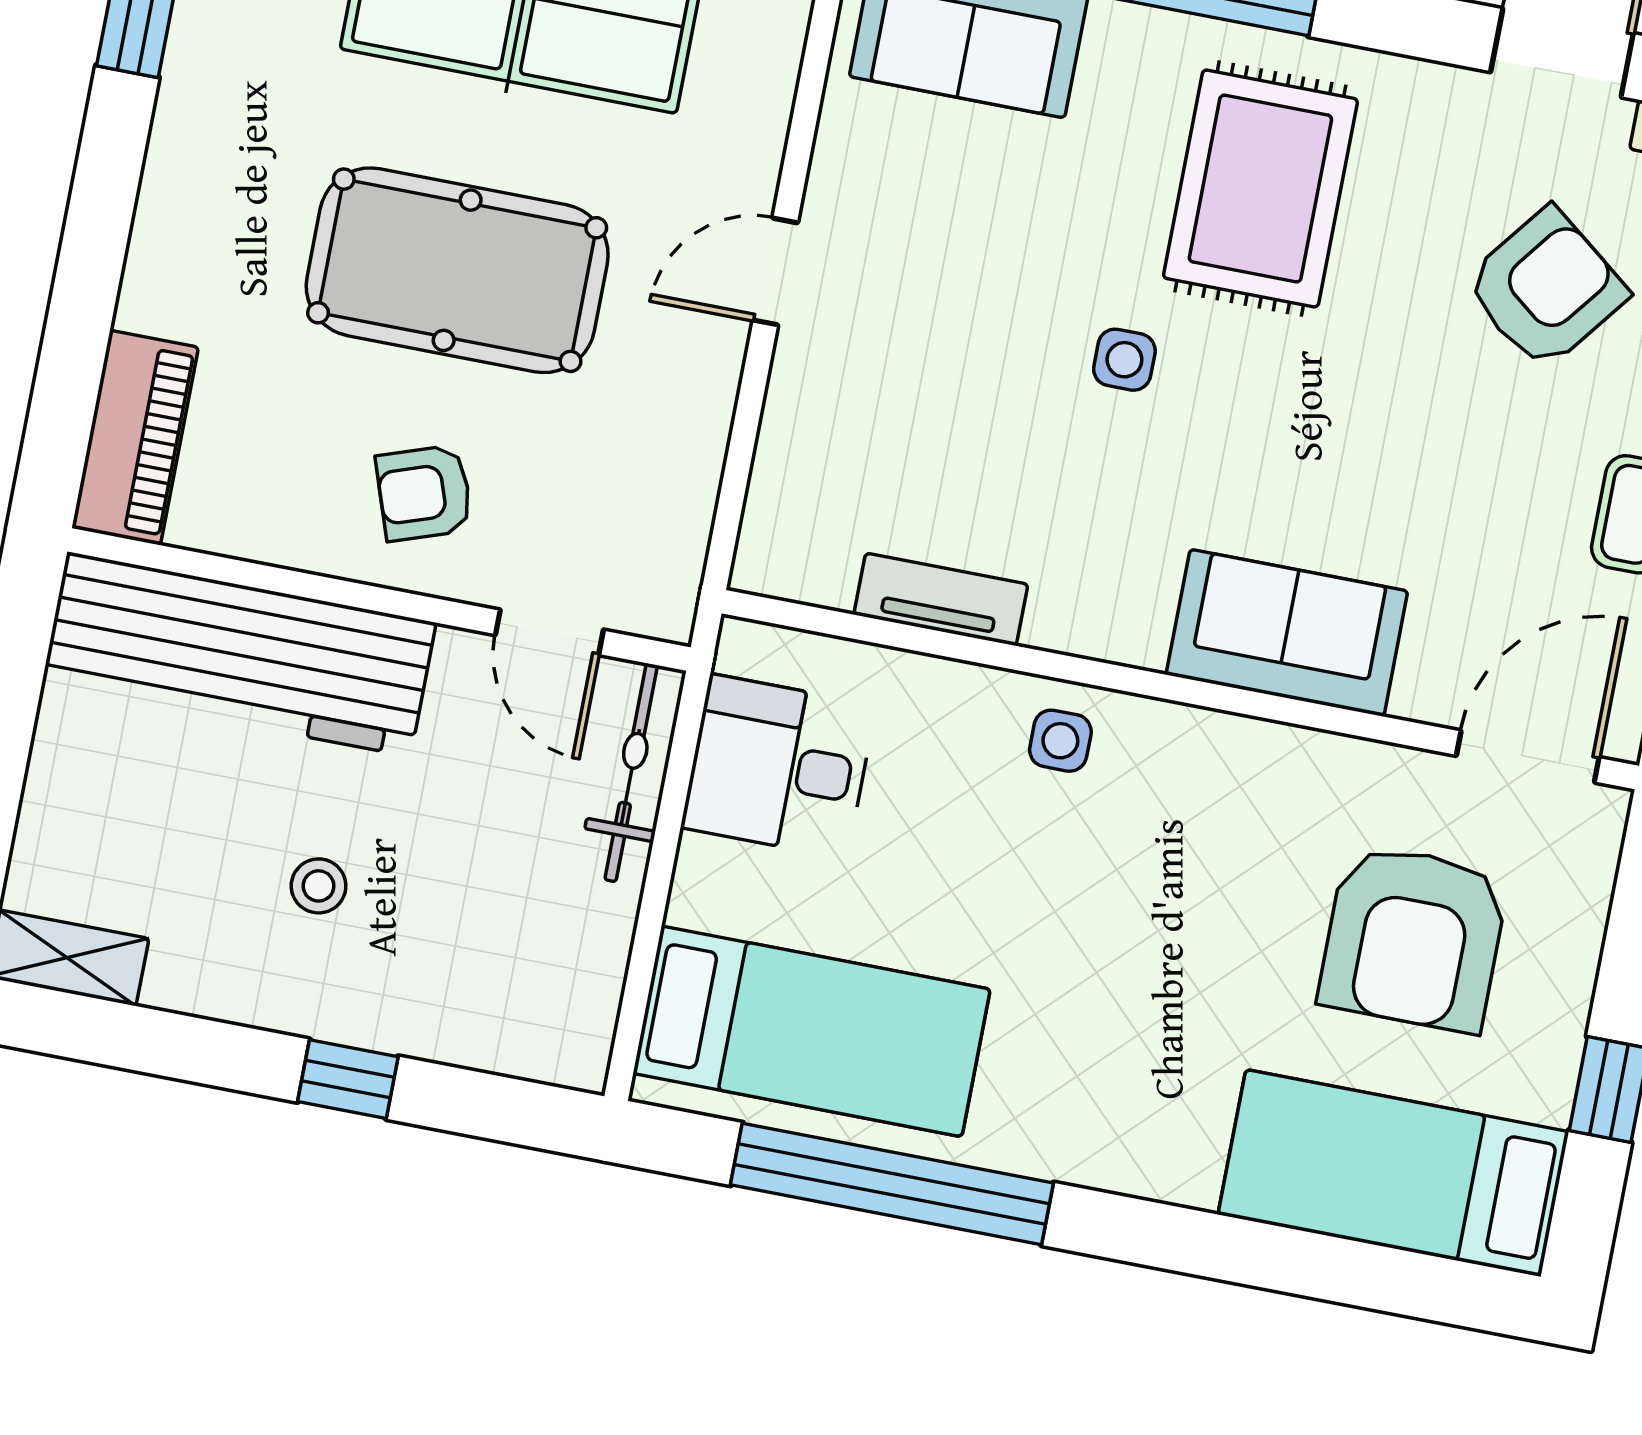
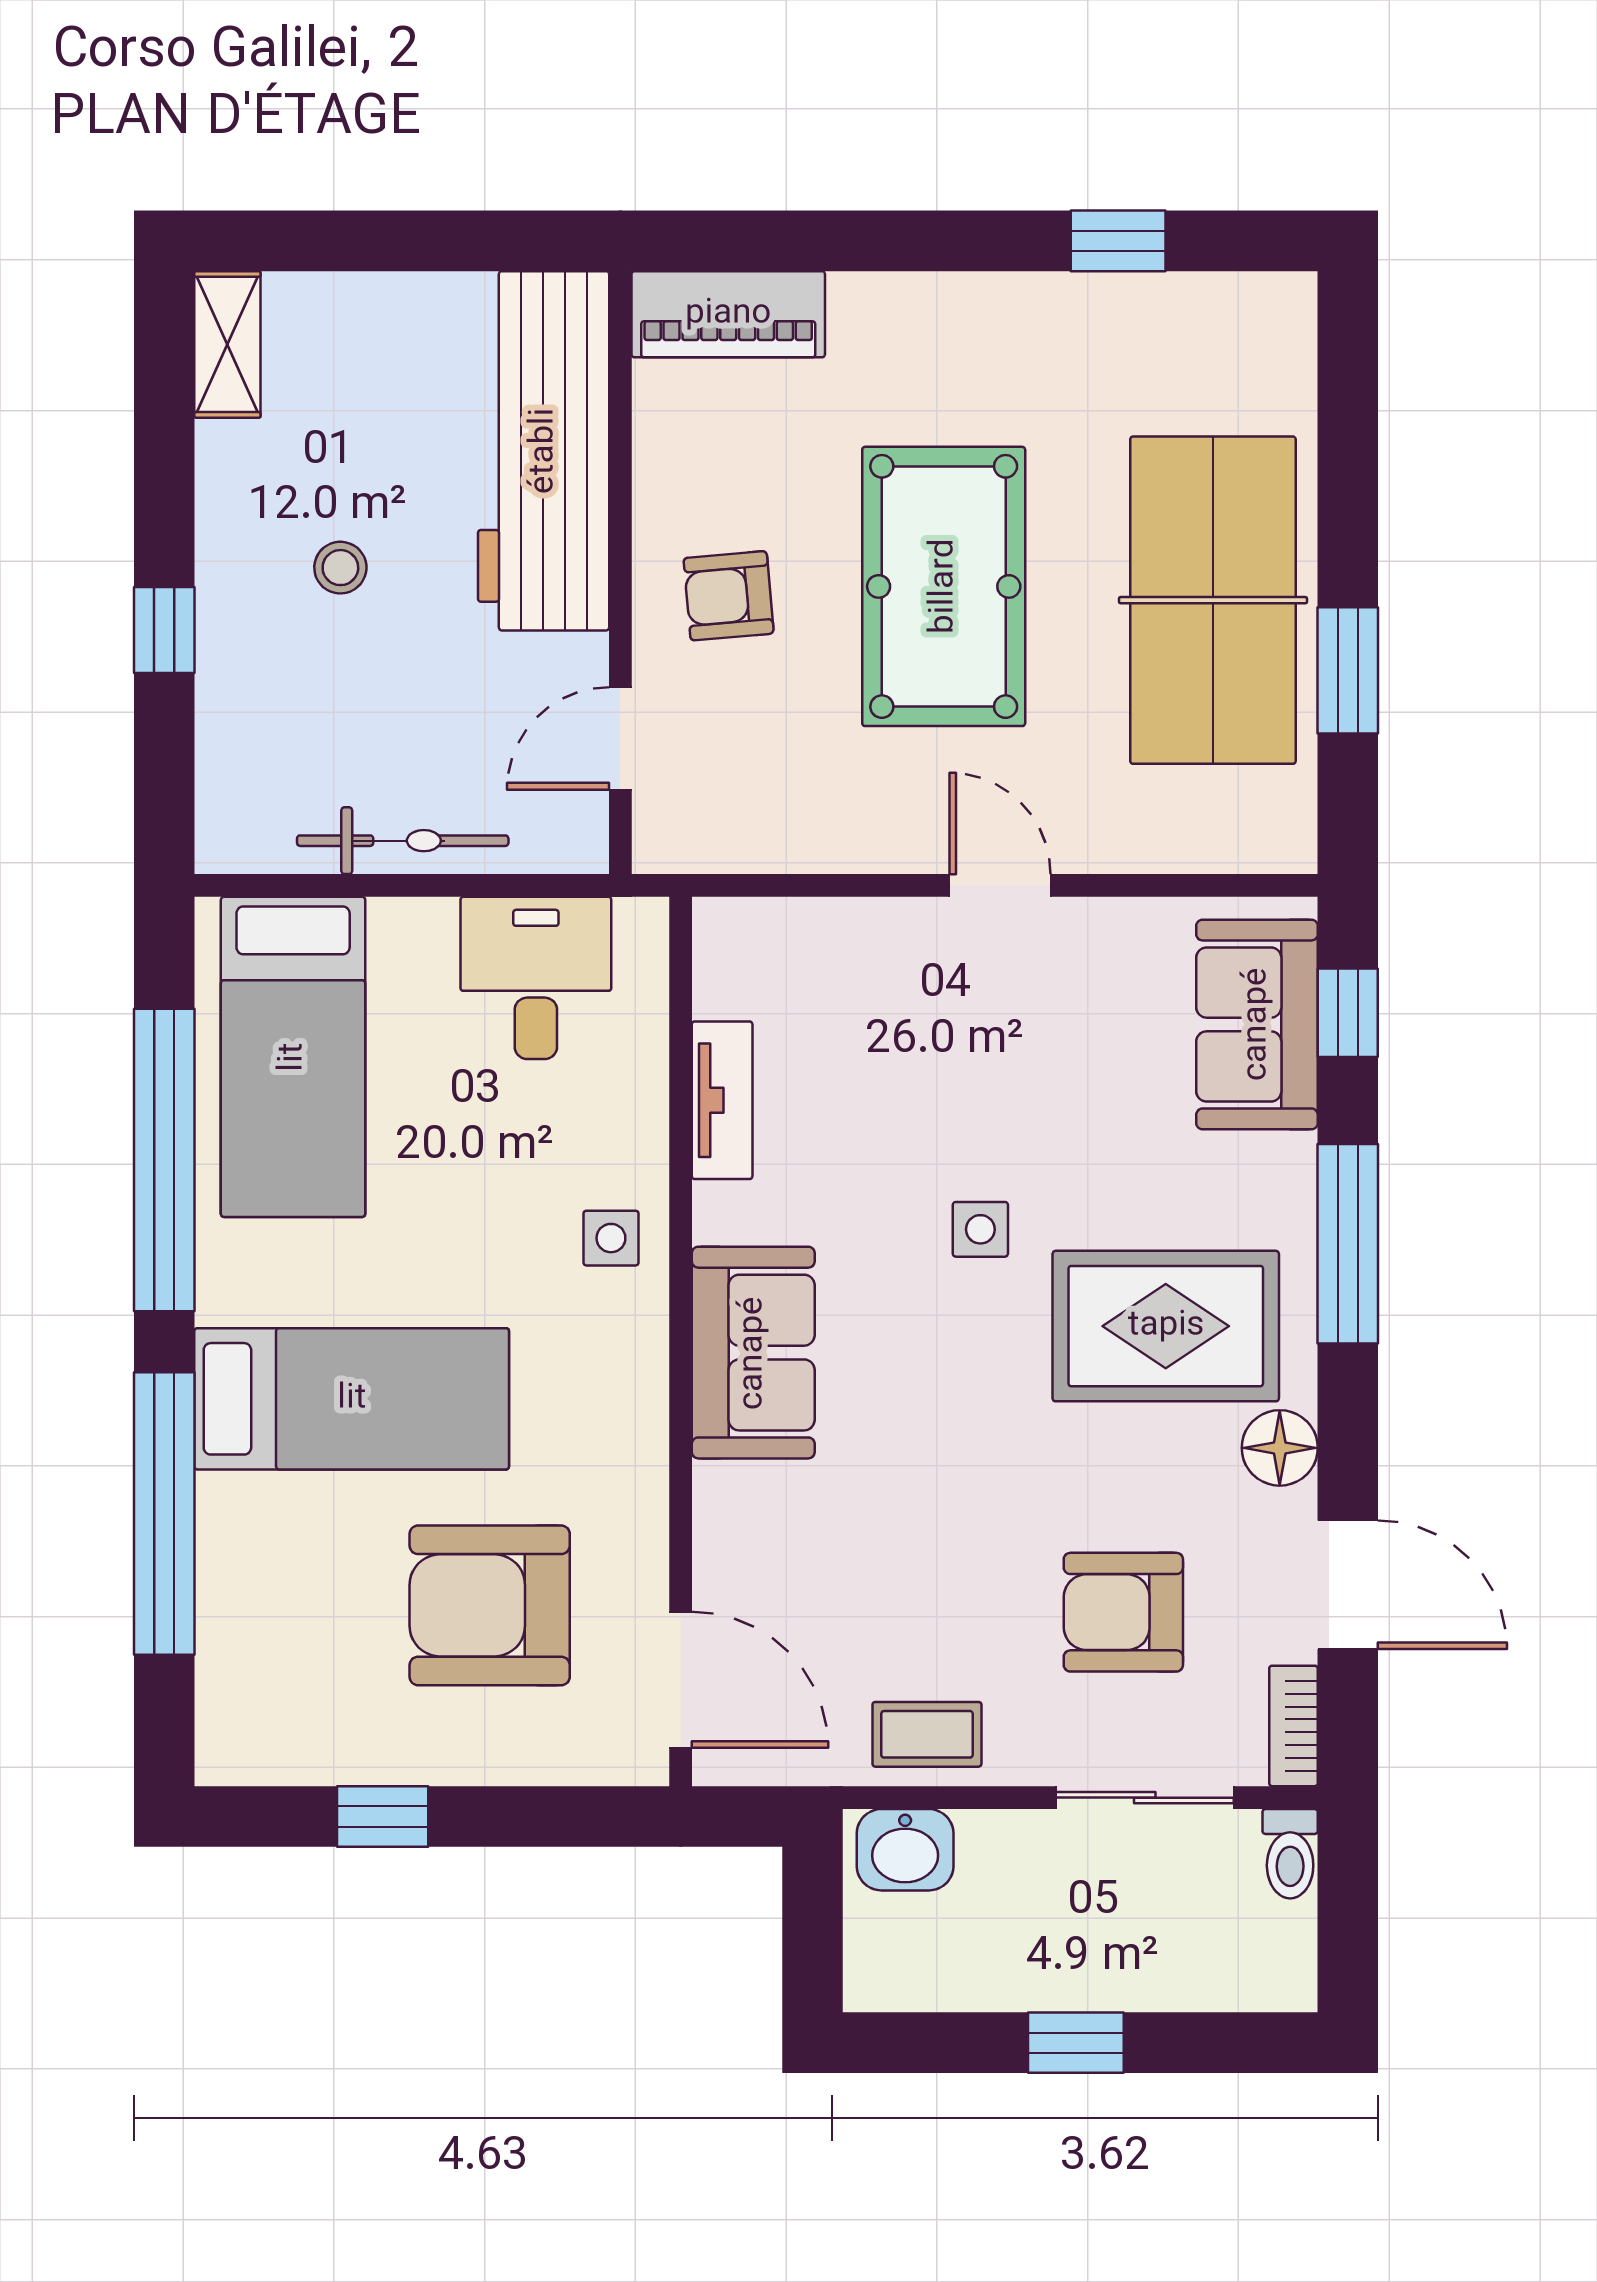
floor lamp: (1408, 96) -> (1280, 1448), added
armchair: (1546, 289) -> (1123, 1612), turned 142
armchair: (424, 493) -> (729, 596), turned -76
sofa: (1287, 633) -> (753, 1353), moved
bicycle: (631, 773) -> (403, 841), moved
bed: (1393, 1173) -> (352, 1399), moved, turned 90
window: (1255, 1254) -> (164, 1513), added

